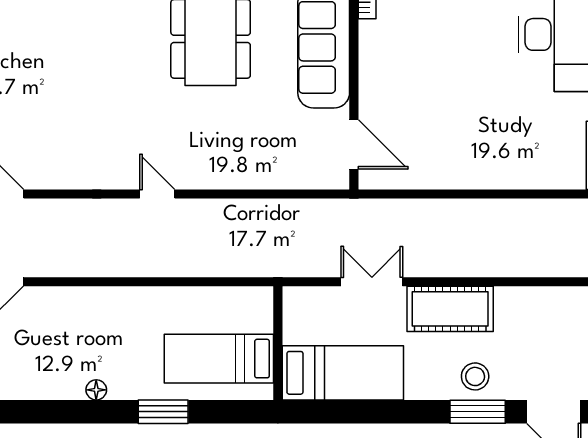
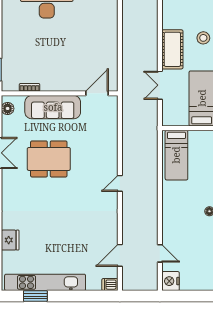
bed: (219, 359) -> (176, 155), moved

